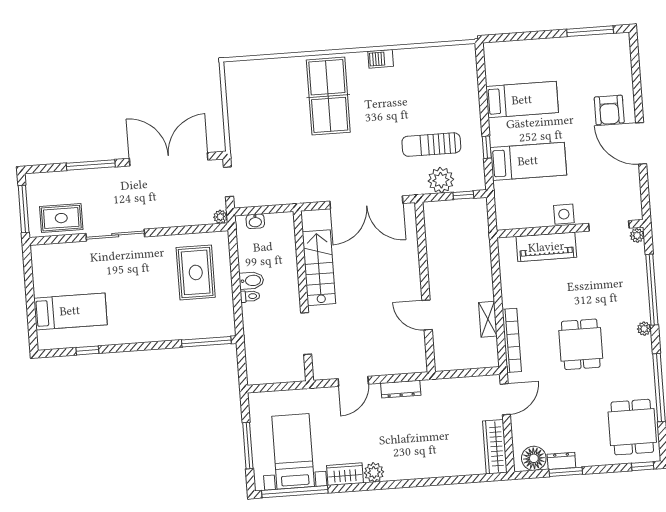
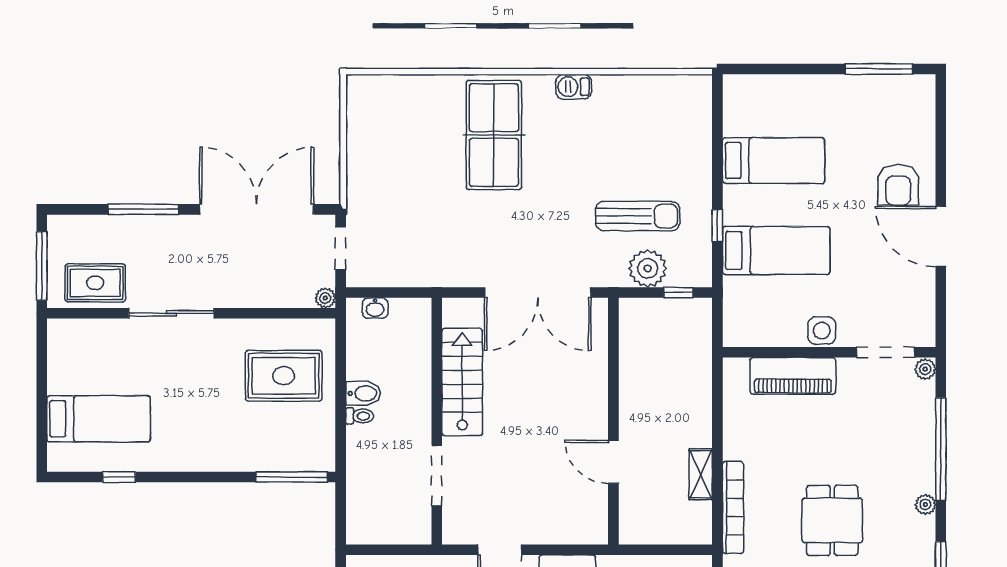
sun lounger: (431, 145) -> (638, 216), turned 180
rug: (196, 272) -> (284, 376), turned 90

